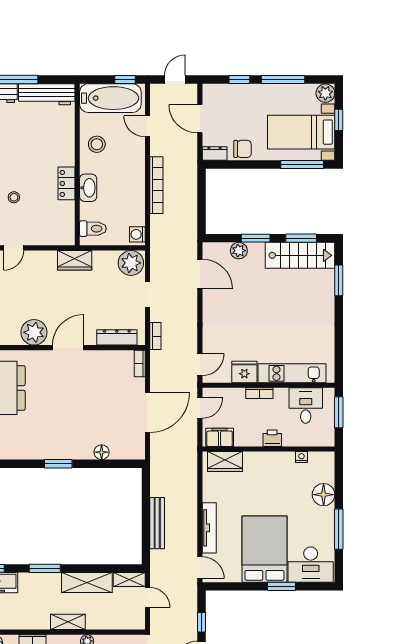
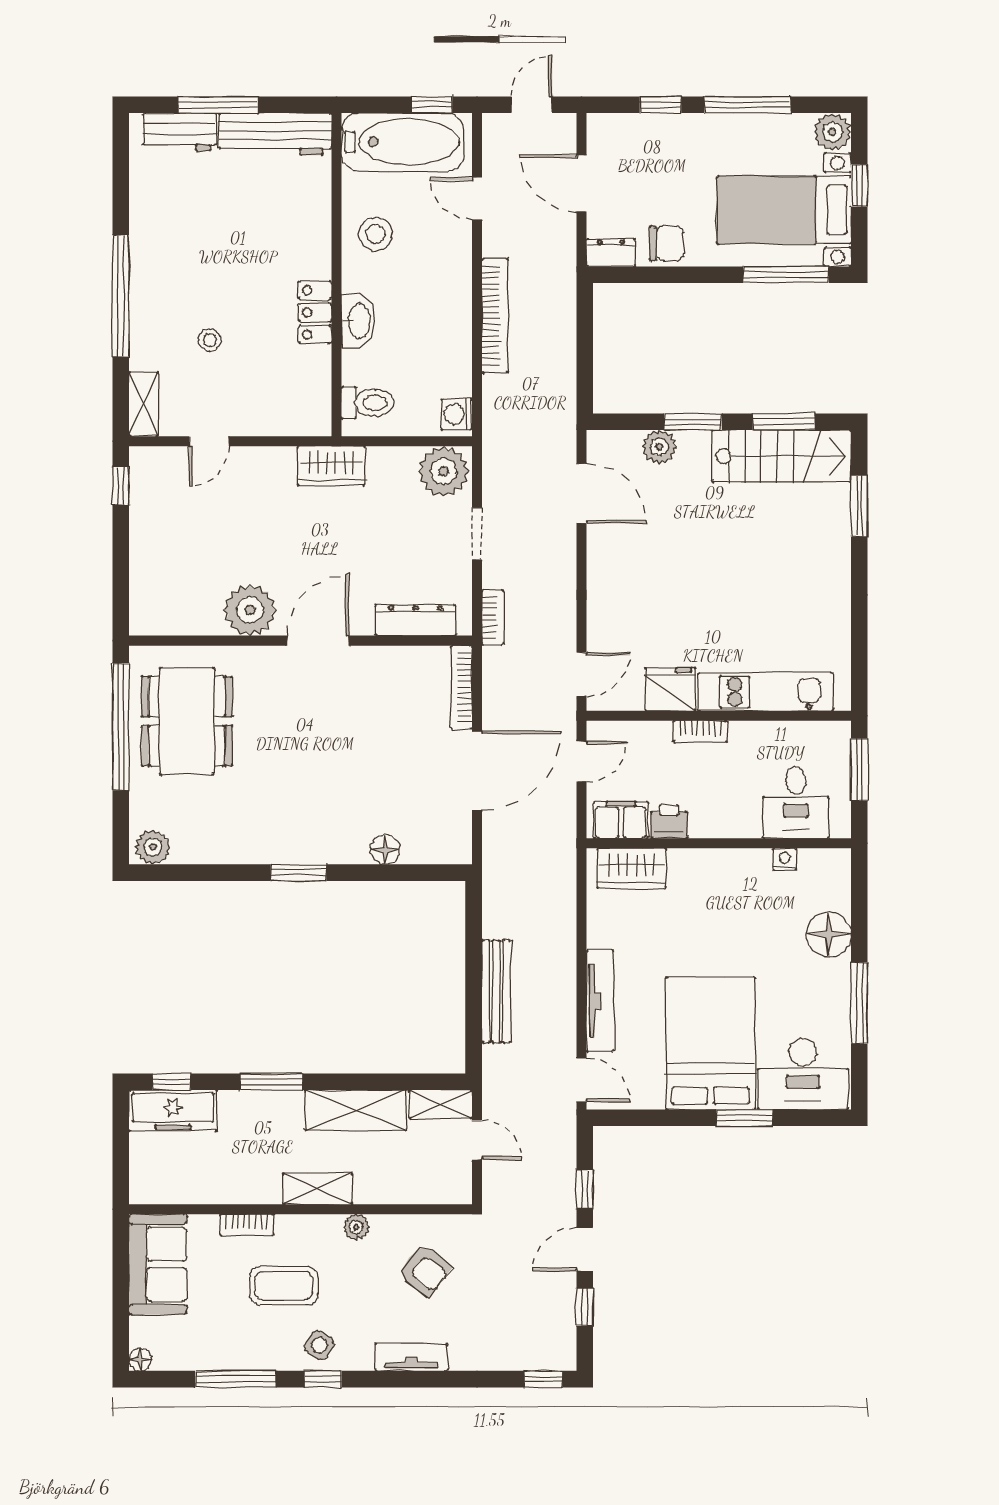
bookcase: (140, 363) -> (461, 687), width x1.56
desk: (306, 406) -> (796, 803), moved, turned 180
printer: (272, 438) -> (669, 822), moved

